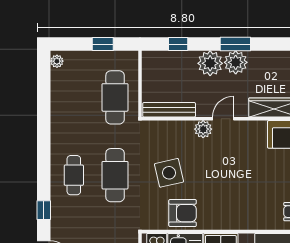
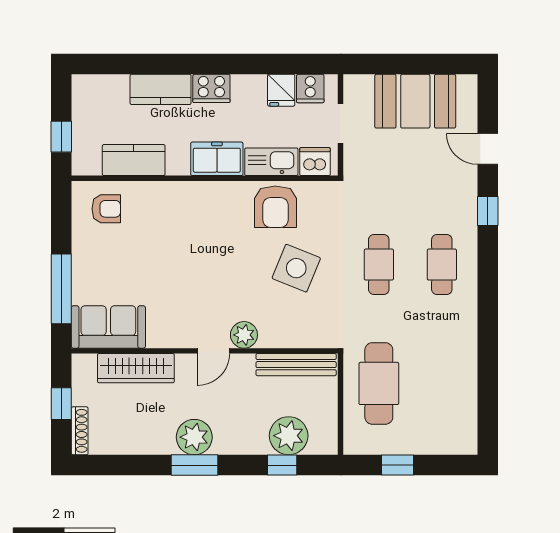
plant: (57, 61) -> (468, 439), removed
plant: (210, 63) -> (289, 436), moved
side table: (169, 173) -> (296, 268), turned 35
cafe table: (115, 175) -> (379, 265), width x0.73, depth x0.74
armchair: (183, 213) -> (275, 207), turned -90

